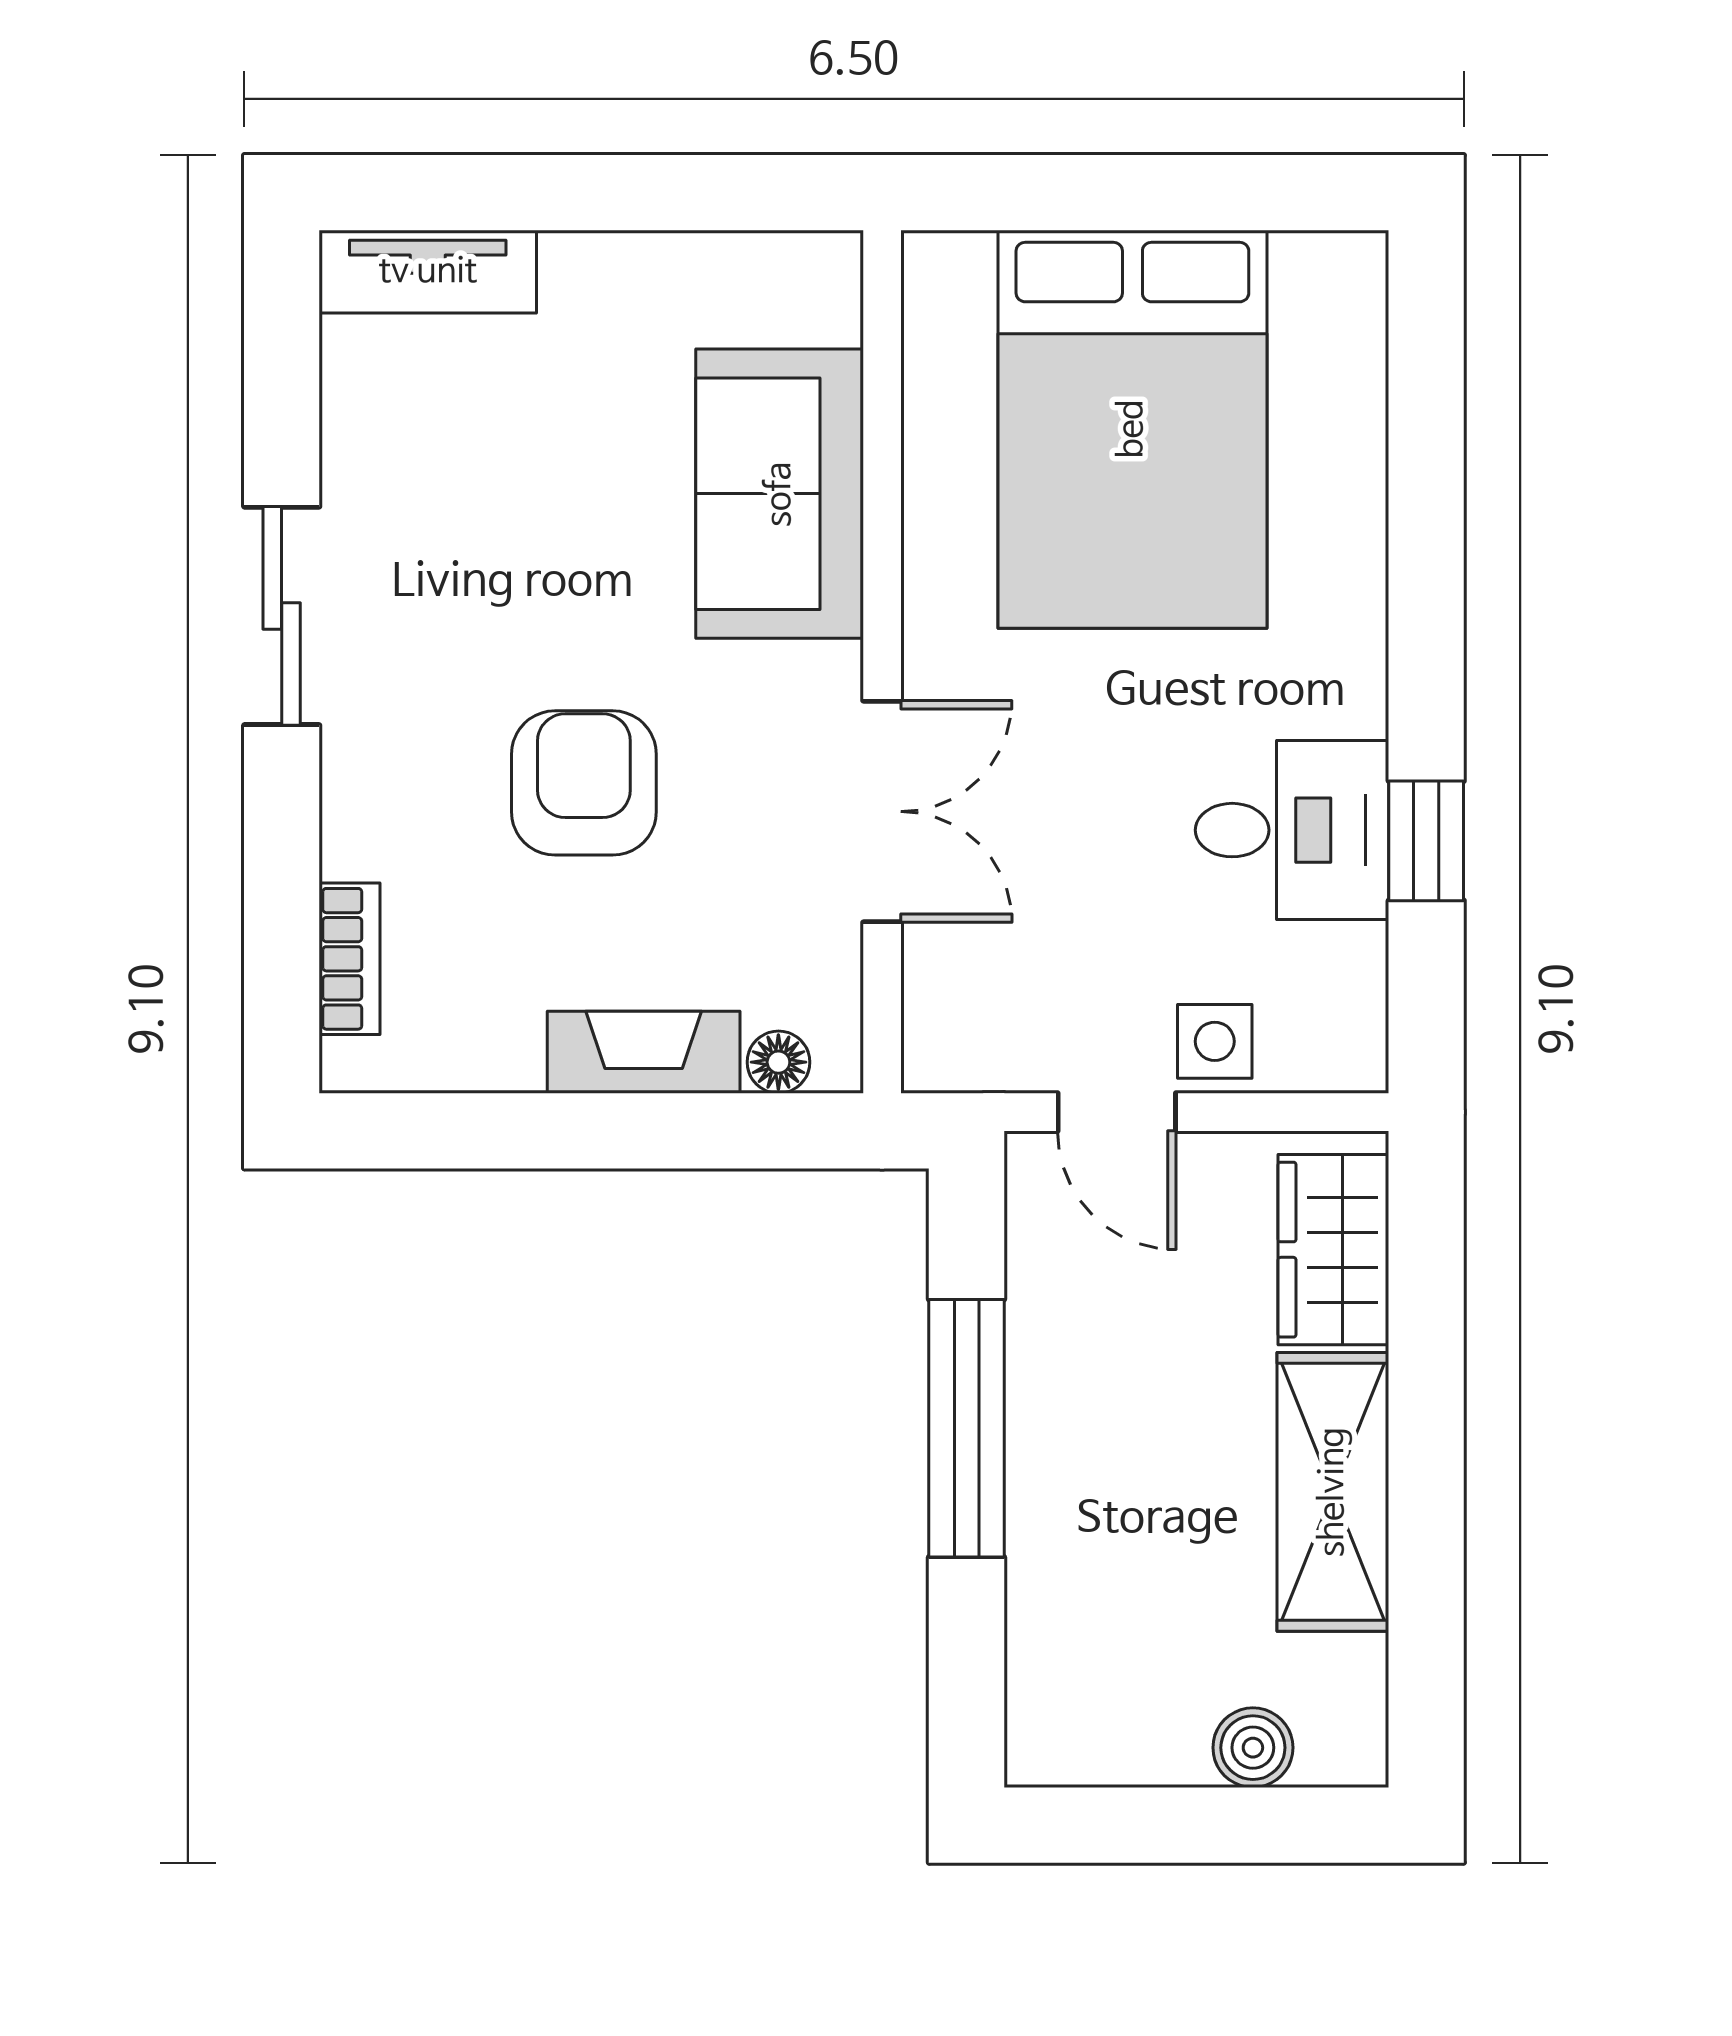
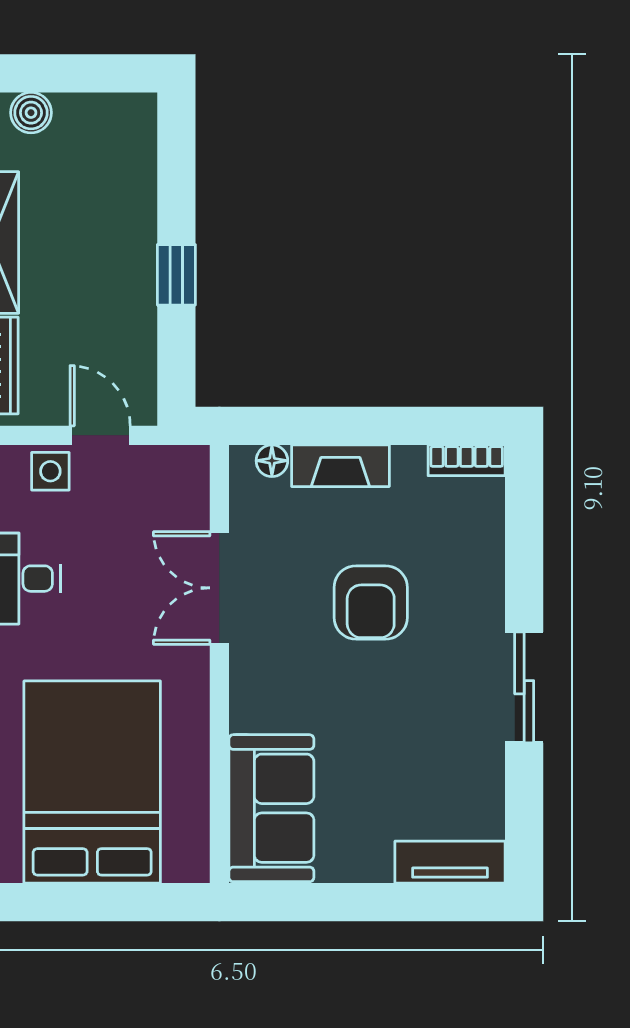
sofa: (780, 494) -> (271, 808), moved
bookcase: (350, 959) -> (467, 460), moved, turned -90
window: (967, 1428) -> (176, 275), width x0.46

